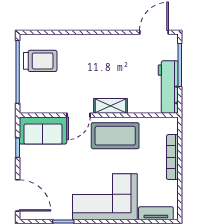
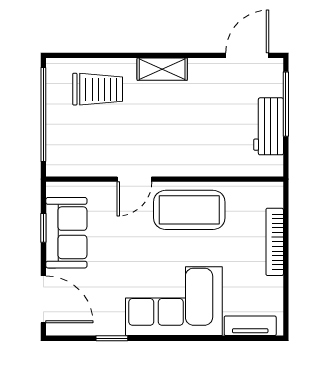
trolley: (40, 61) -> (98, 89), moved
workbench: (168, 87) -> (269, 126), width x0.73
shelving: (110, 106) -> (162, 69), moved
sofa: (43, 130) -> (66, 233), moved, turned -90

